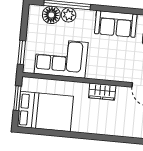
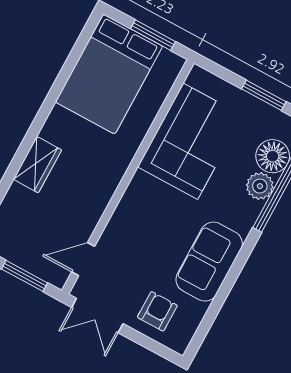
window: (22, 52) -> (264, 95), moved
wardrobe: (102, 92) -> (37, 165), moved, turned 180

